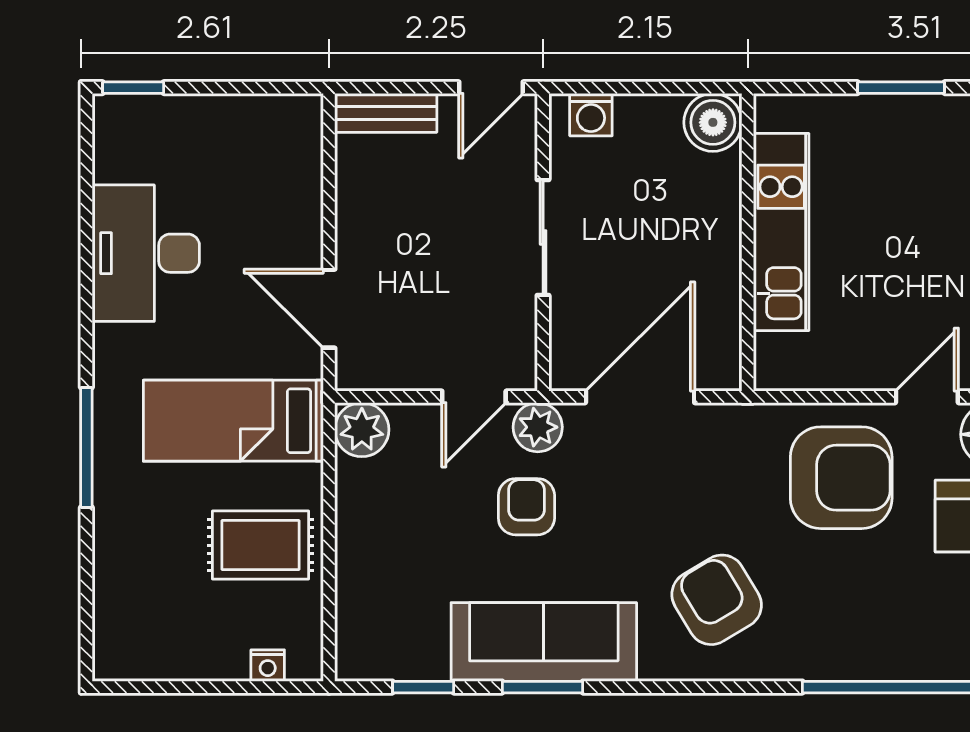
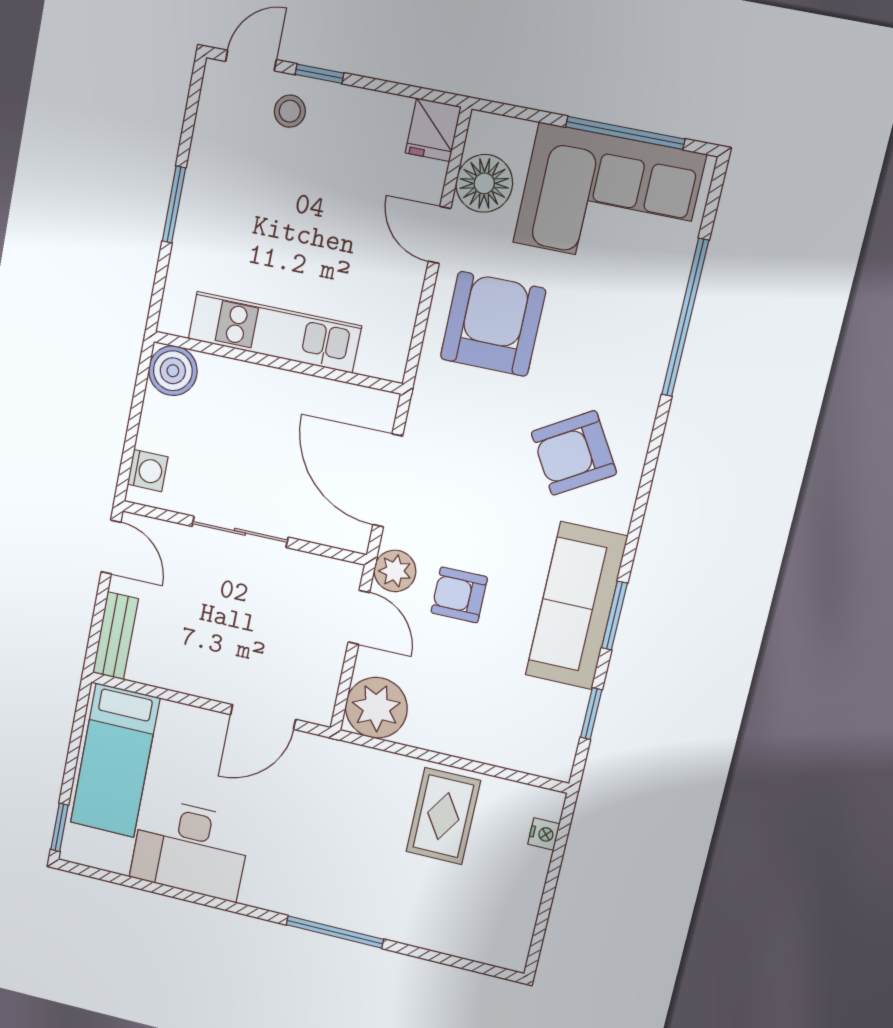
bed: (233, 421) -> (115, 760), moved
plant: (362, 430) -> (376, 708), width x1.36, depth x1.36

